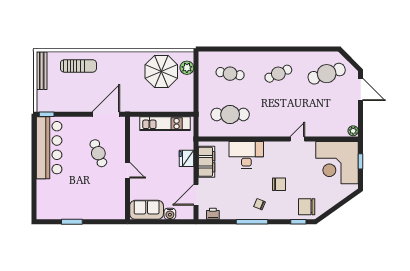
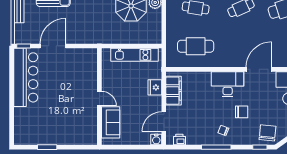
door: (106, 114) -> (53, 46), moved
door: (297, 139) -> (259, 69), width x1.87
cafe table: (98, 153) -> (72, 83), removed
desk: (246, 155) -> (228, 84), moved
chair: (307, 207) -> (267, 133), turned 96
sofa: (147, 210) -> (111, 122), moved, turned 90
water cooler: (170, 214) -> (156, 139), moved

